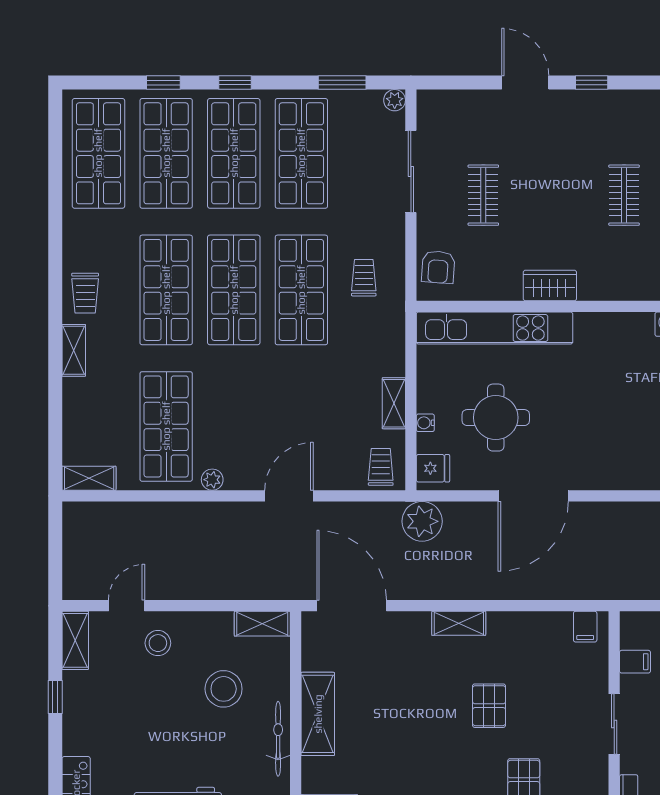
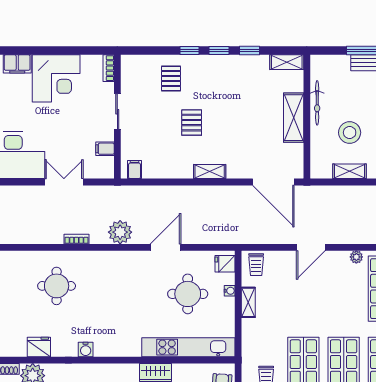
door: (533, 496) -> (165, 247), width x0.73
plant: (422, 521) -> (120, 232), moved
shelving: (262, 624) -> (350, 171), moved

